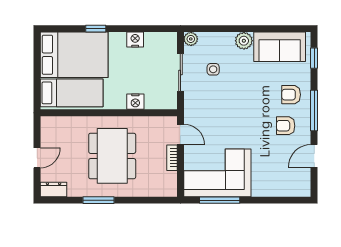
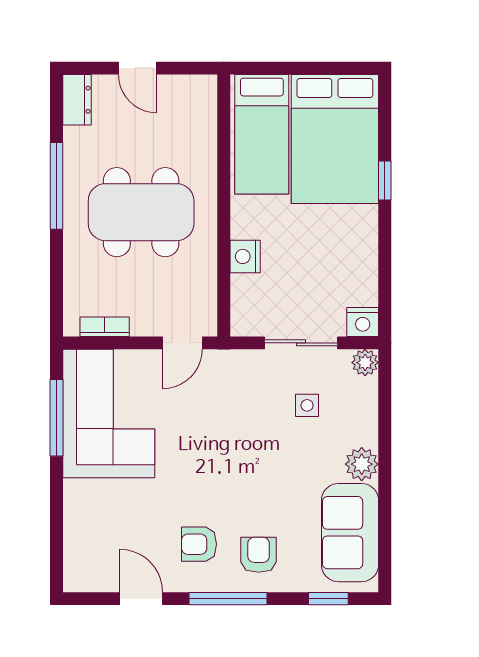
nightstand: (135, 40) -> (363, 322), moved, turned 90
armchair: (286, 126) -> (199, 544), turned -90
bookcase: (172, 158) -> (105, 327), moved
window: (98, 200) -> (56, 186), width x1.44

